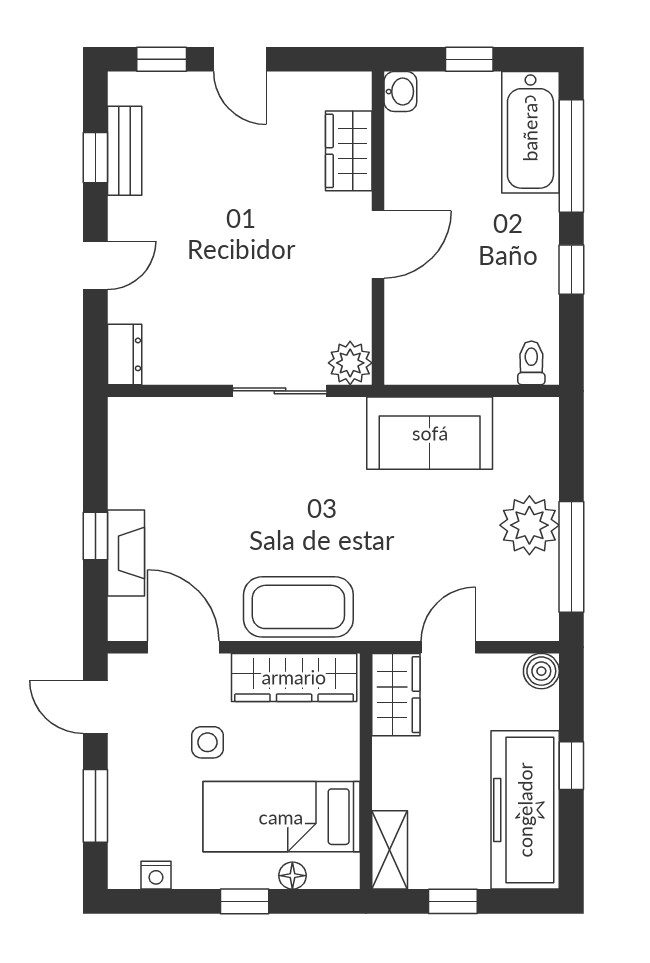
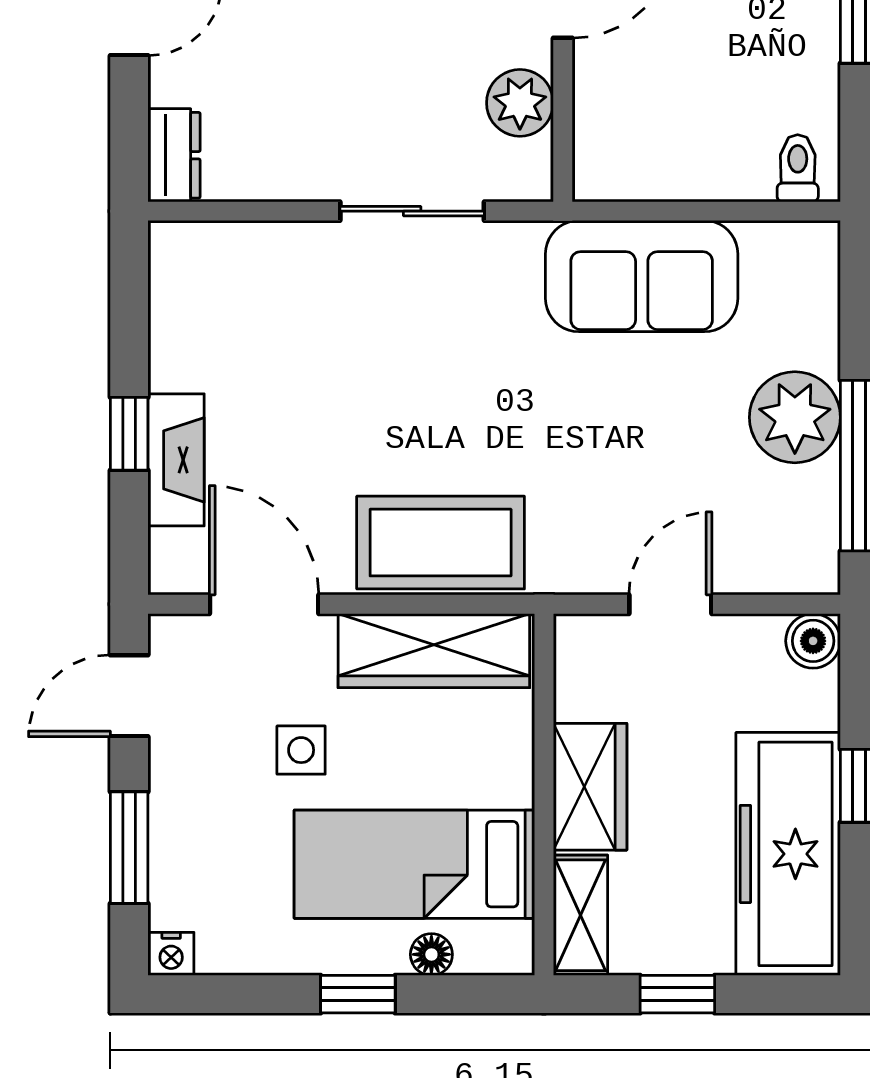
plant: (350, 363) -> (520, 103), moved
wardrobe: (396, 695) -> (590, 787), moved
door: (95, 707) -> (129, 696), hinge flipped
nightstand: (156, 875) -> (171, 954), moved

